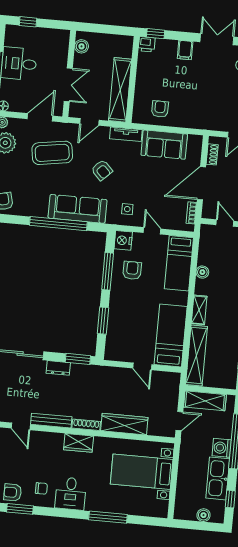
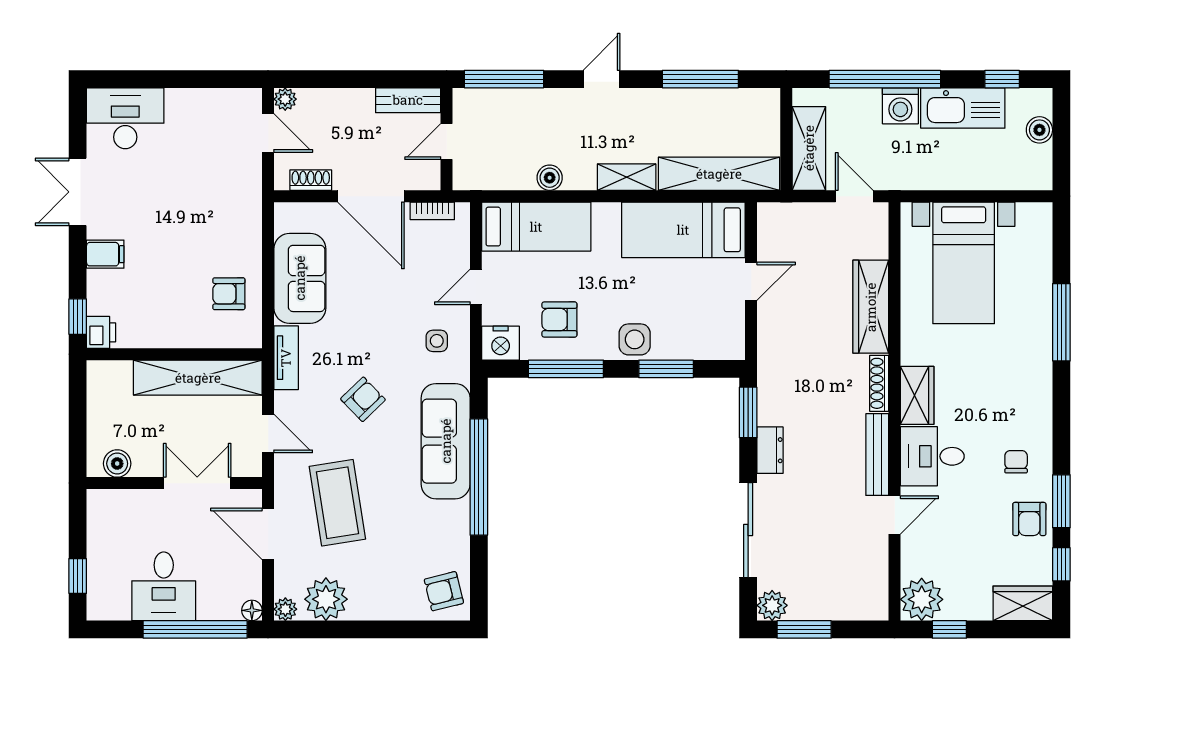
side table: (119, 306) -> (635, 339), added
desk: (71, 493) -> (932, 456), moved, turned 180

